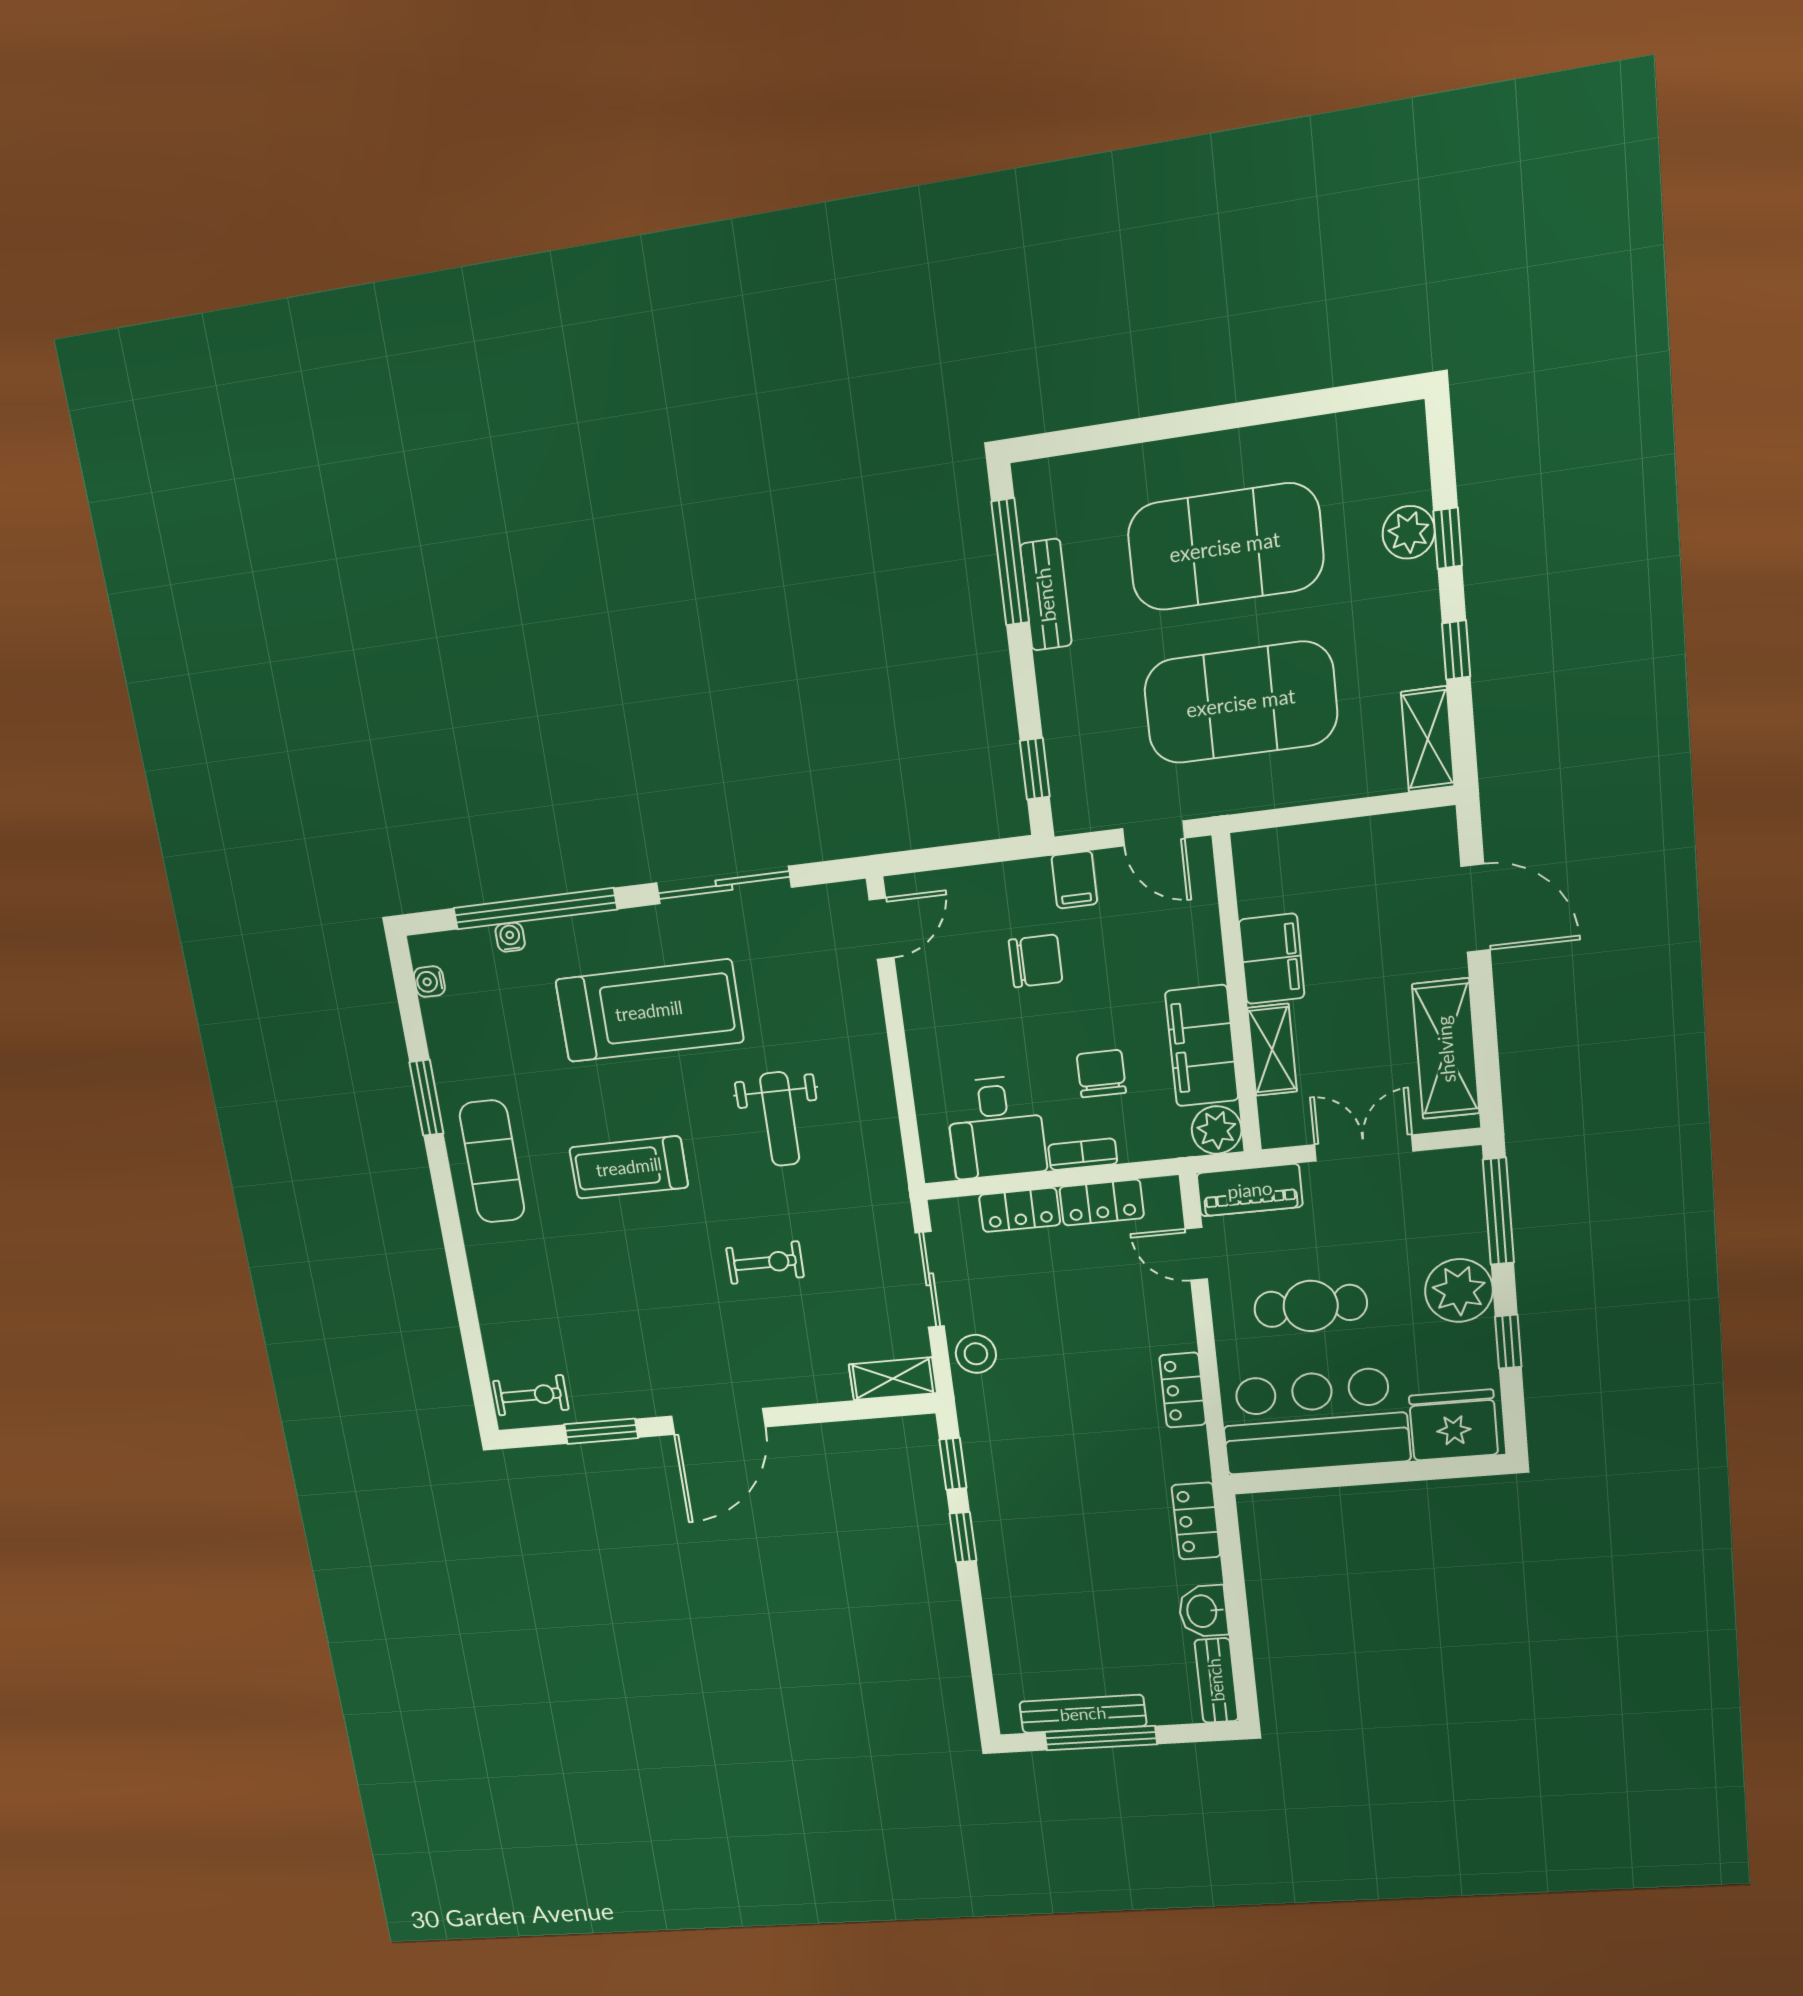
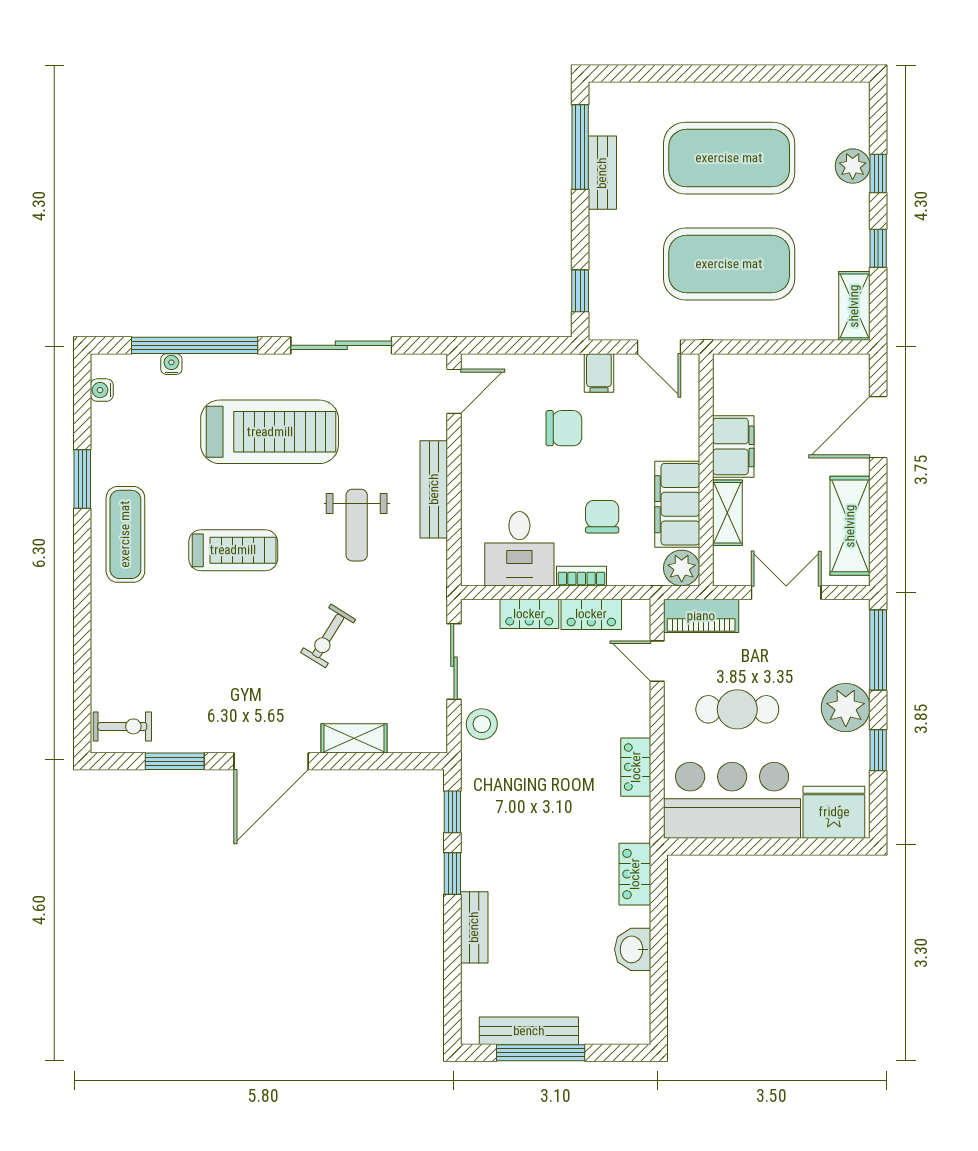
door: (1476, 908) -> (878, 427), swing flipped
bench: (873, 1062) -> (434, 489), added
treadmill: (629, 1167) -> (233, 550), turned 180
exercise bike: (765, 1263) -> (328, 636), turned 122
shelving: (893, 1379) -> (354, 738), moved
bench: (1216, 1680) -> (474, 927), moved

